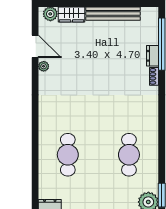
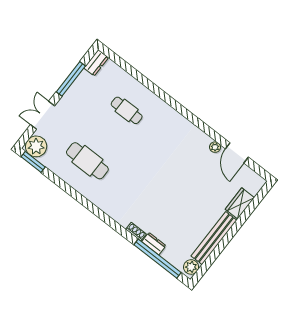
plant: (50, 14) -> (191, 267), moved
door: (35, 46) -> (237, 153), hinge flipped
cafe table: (68, 155) -> (127, 110), width x0.73, depth x0.74

